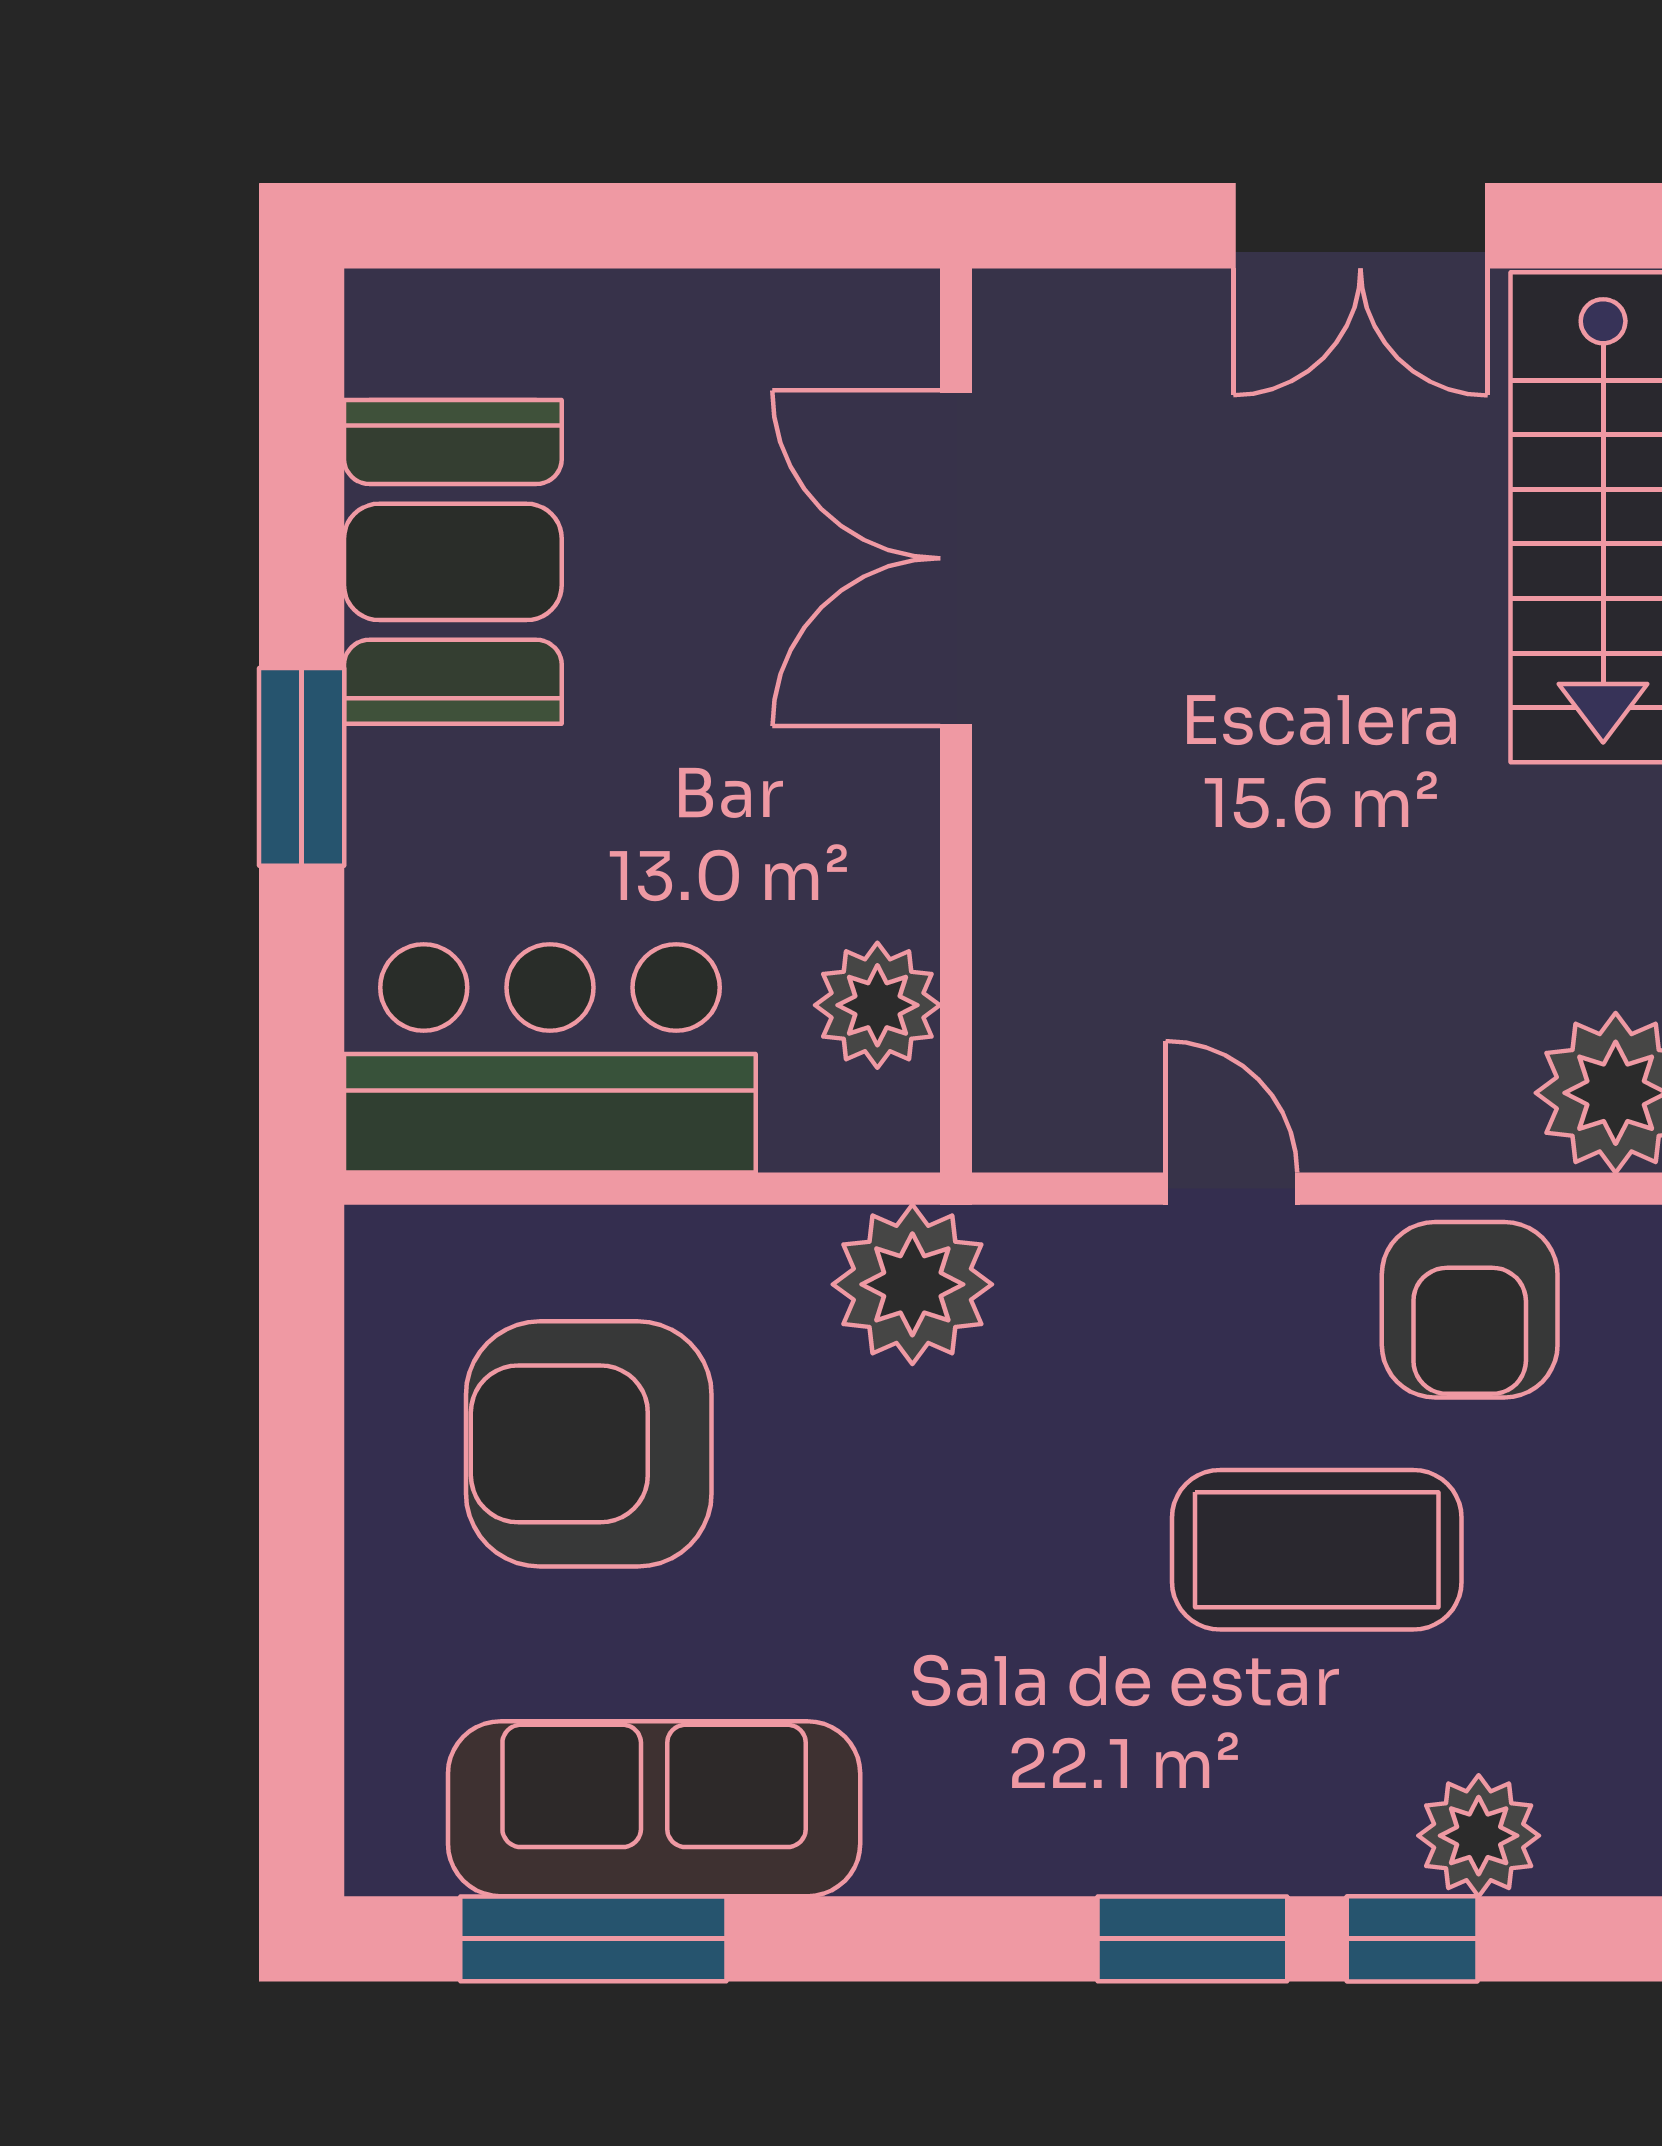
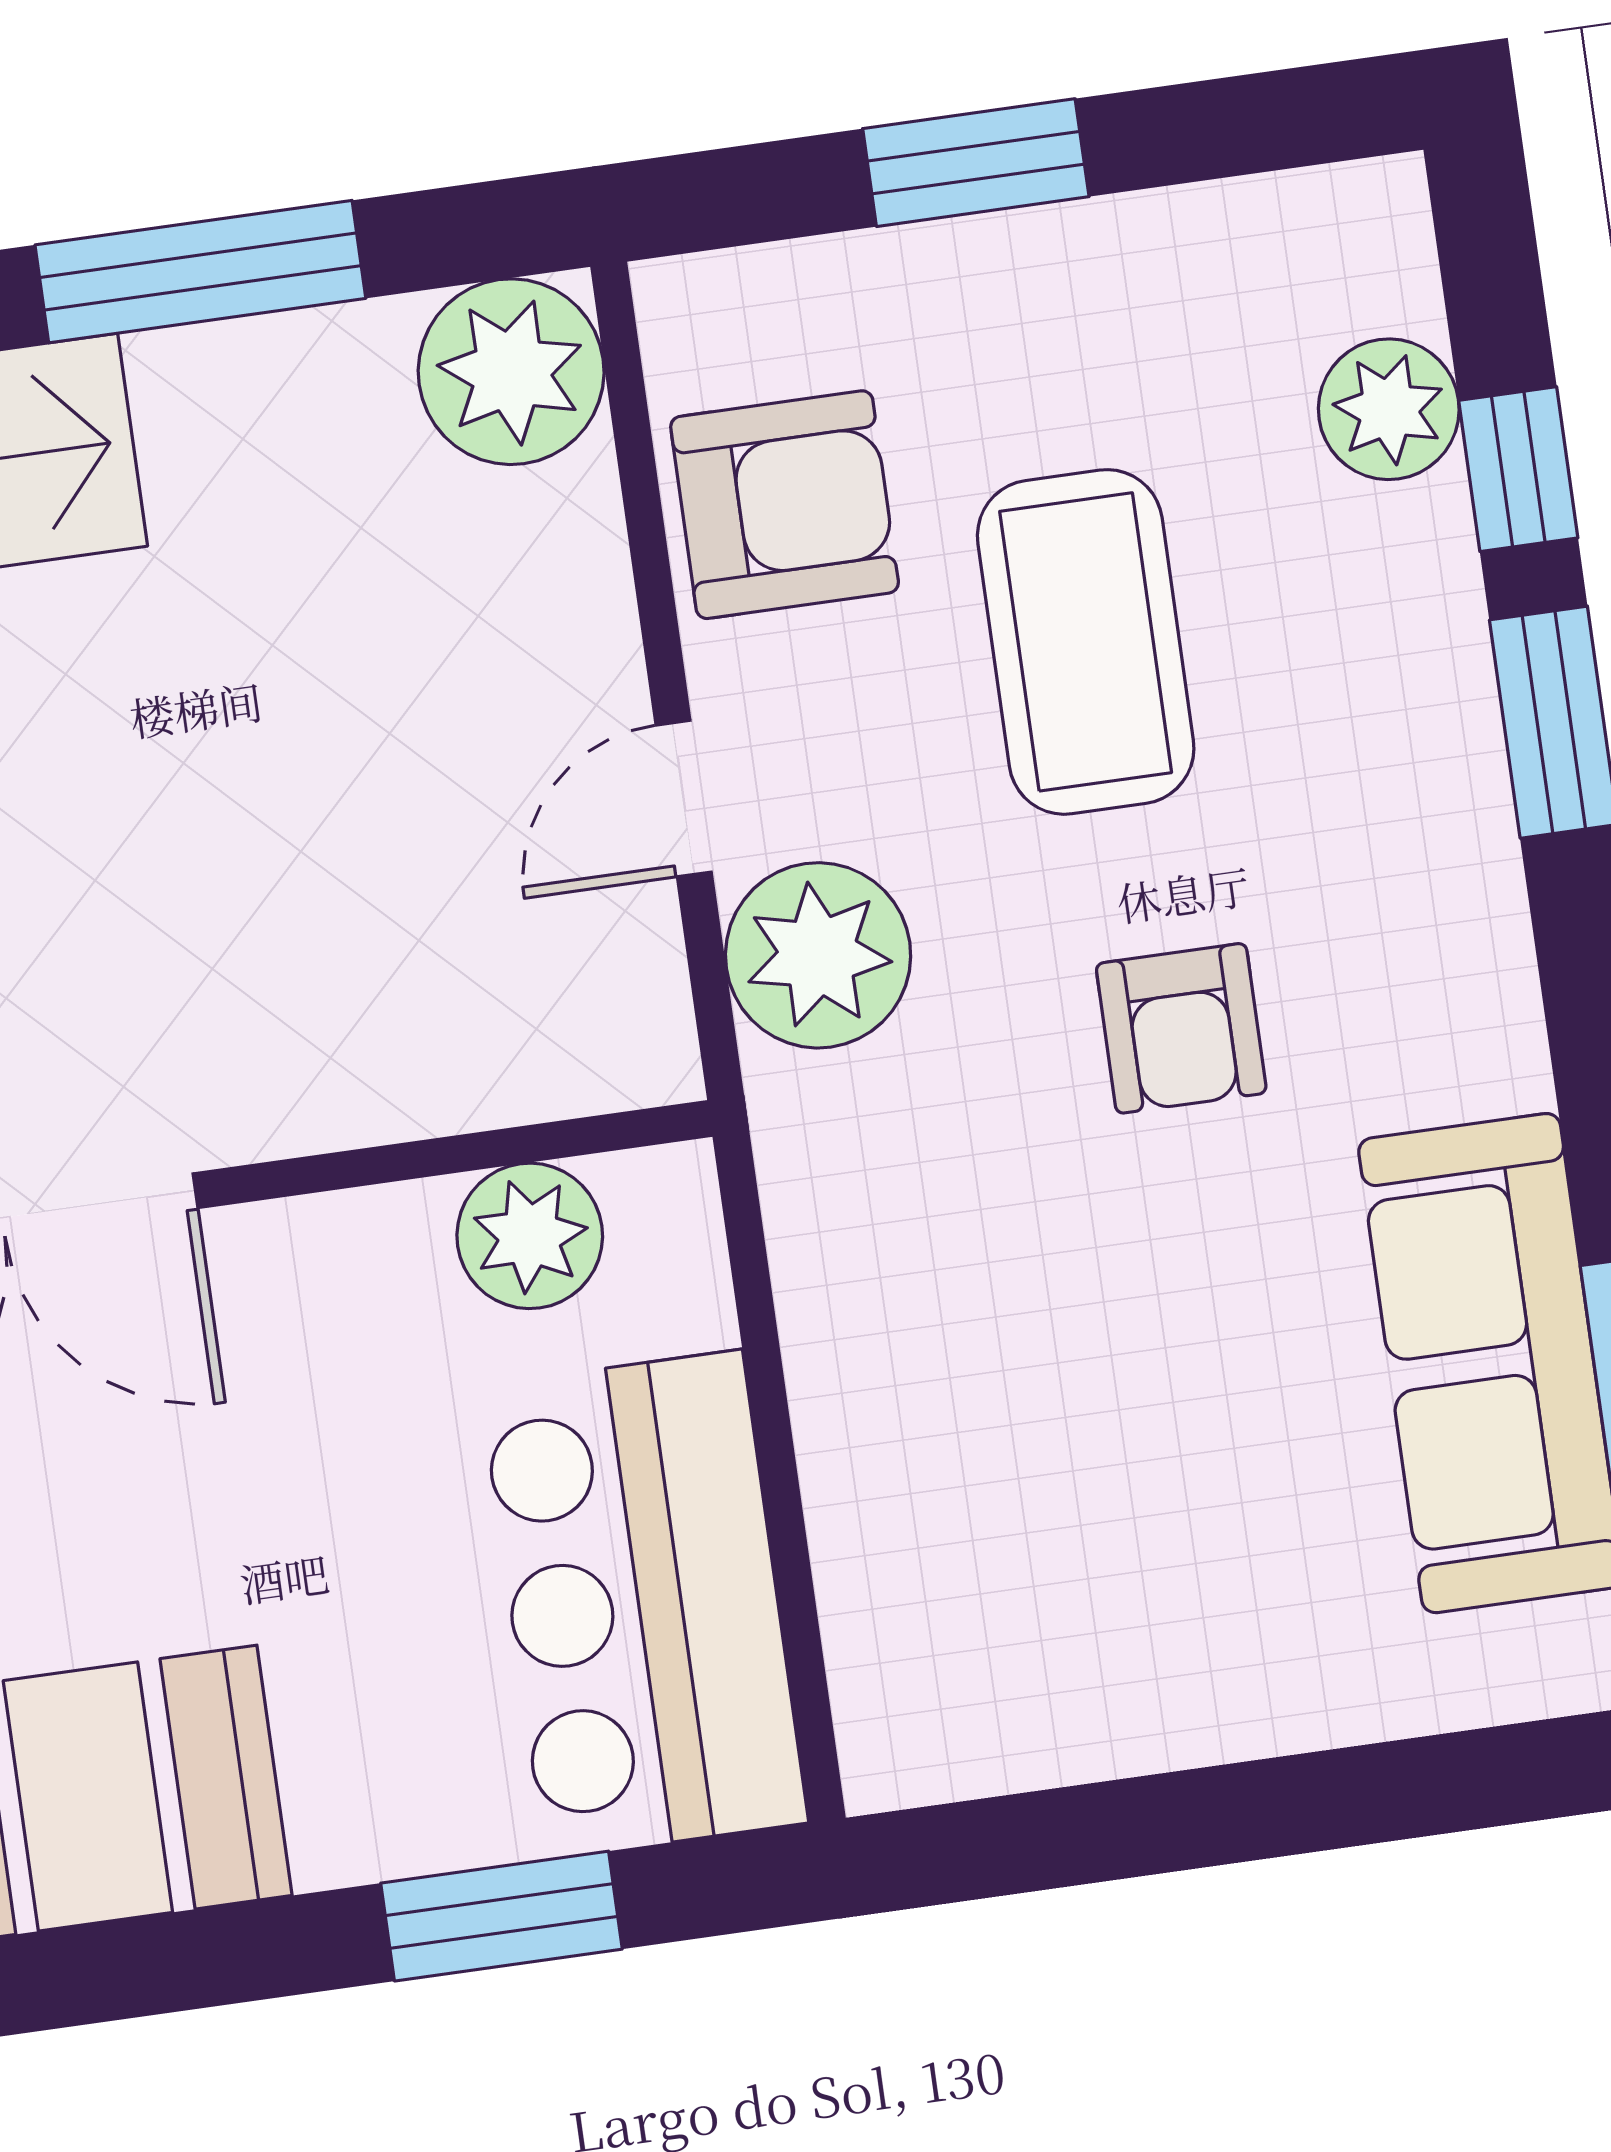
window: (302, 767) -> (502, 1916), moved
plant: (912, 1284) -> (818, 955), moved
armchair: (589, 1444) -> (1181, 1028), moved, width x0.53, depth x0.53

